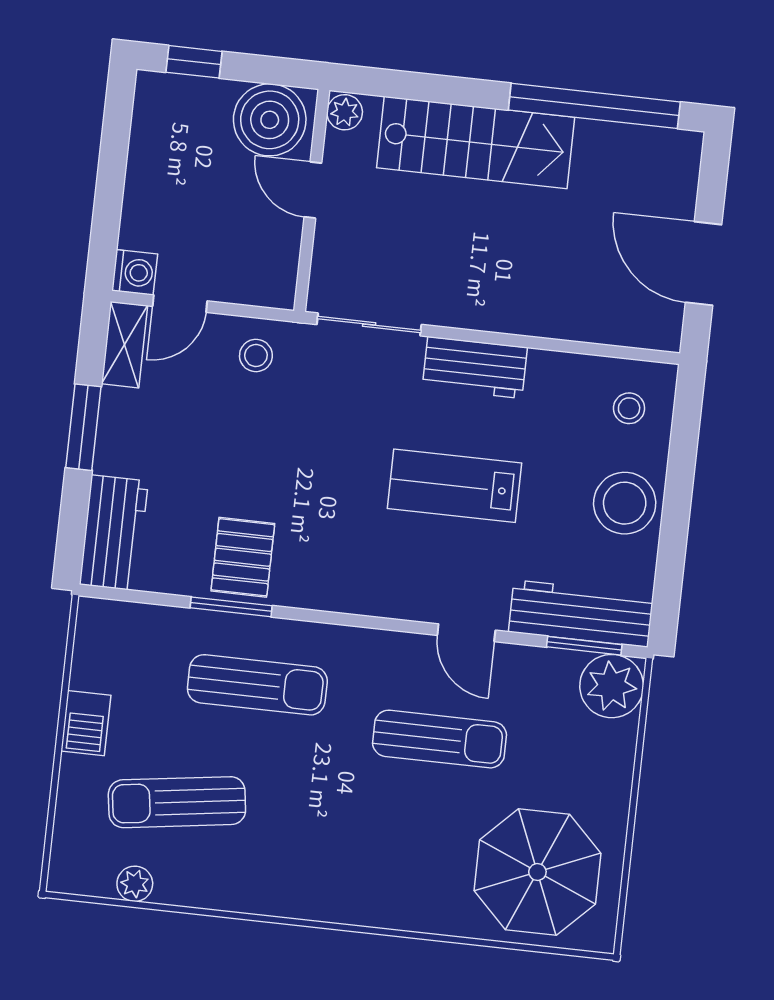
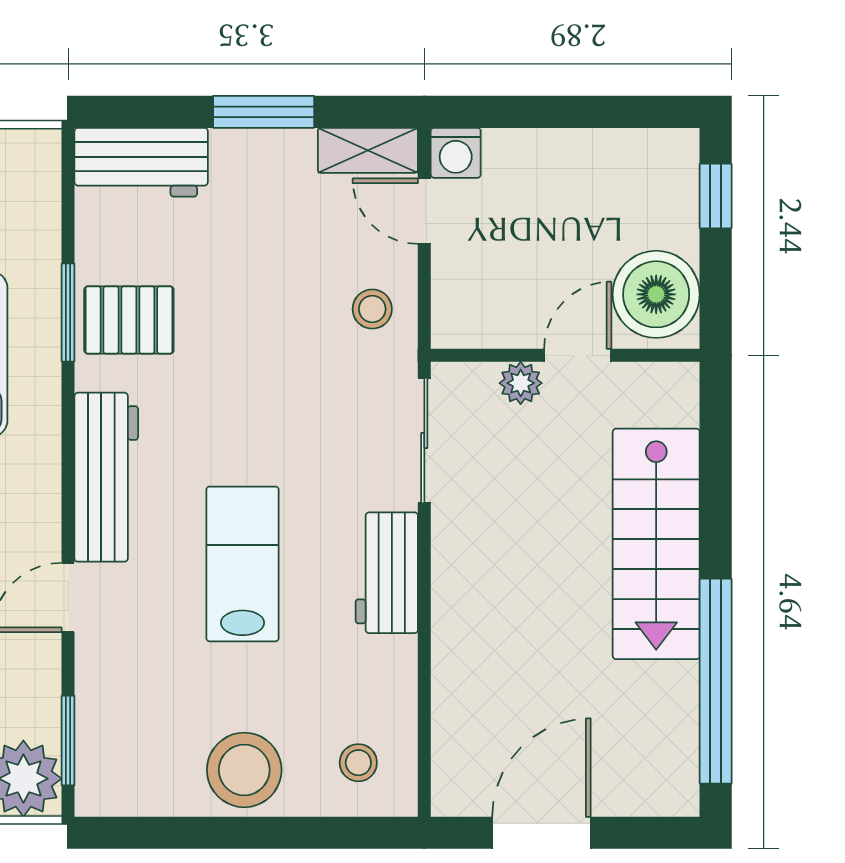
plant: (345, 112) -> (521, 383), moved
workbench: (581, 614) -> (106, 477), moved

